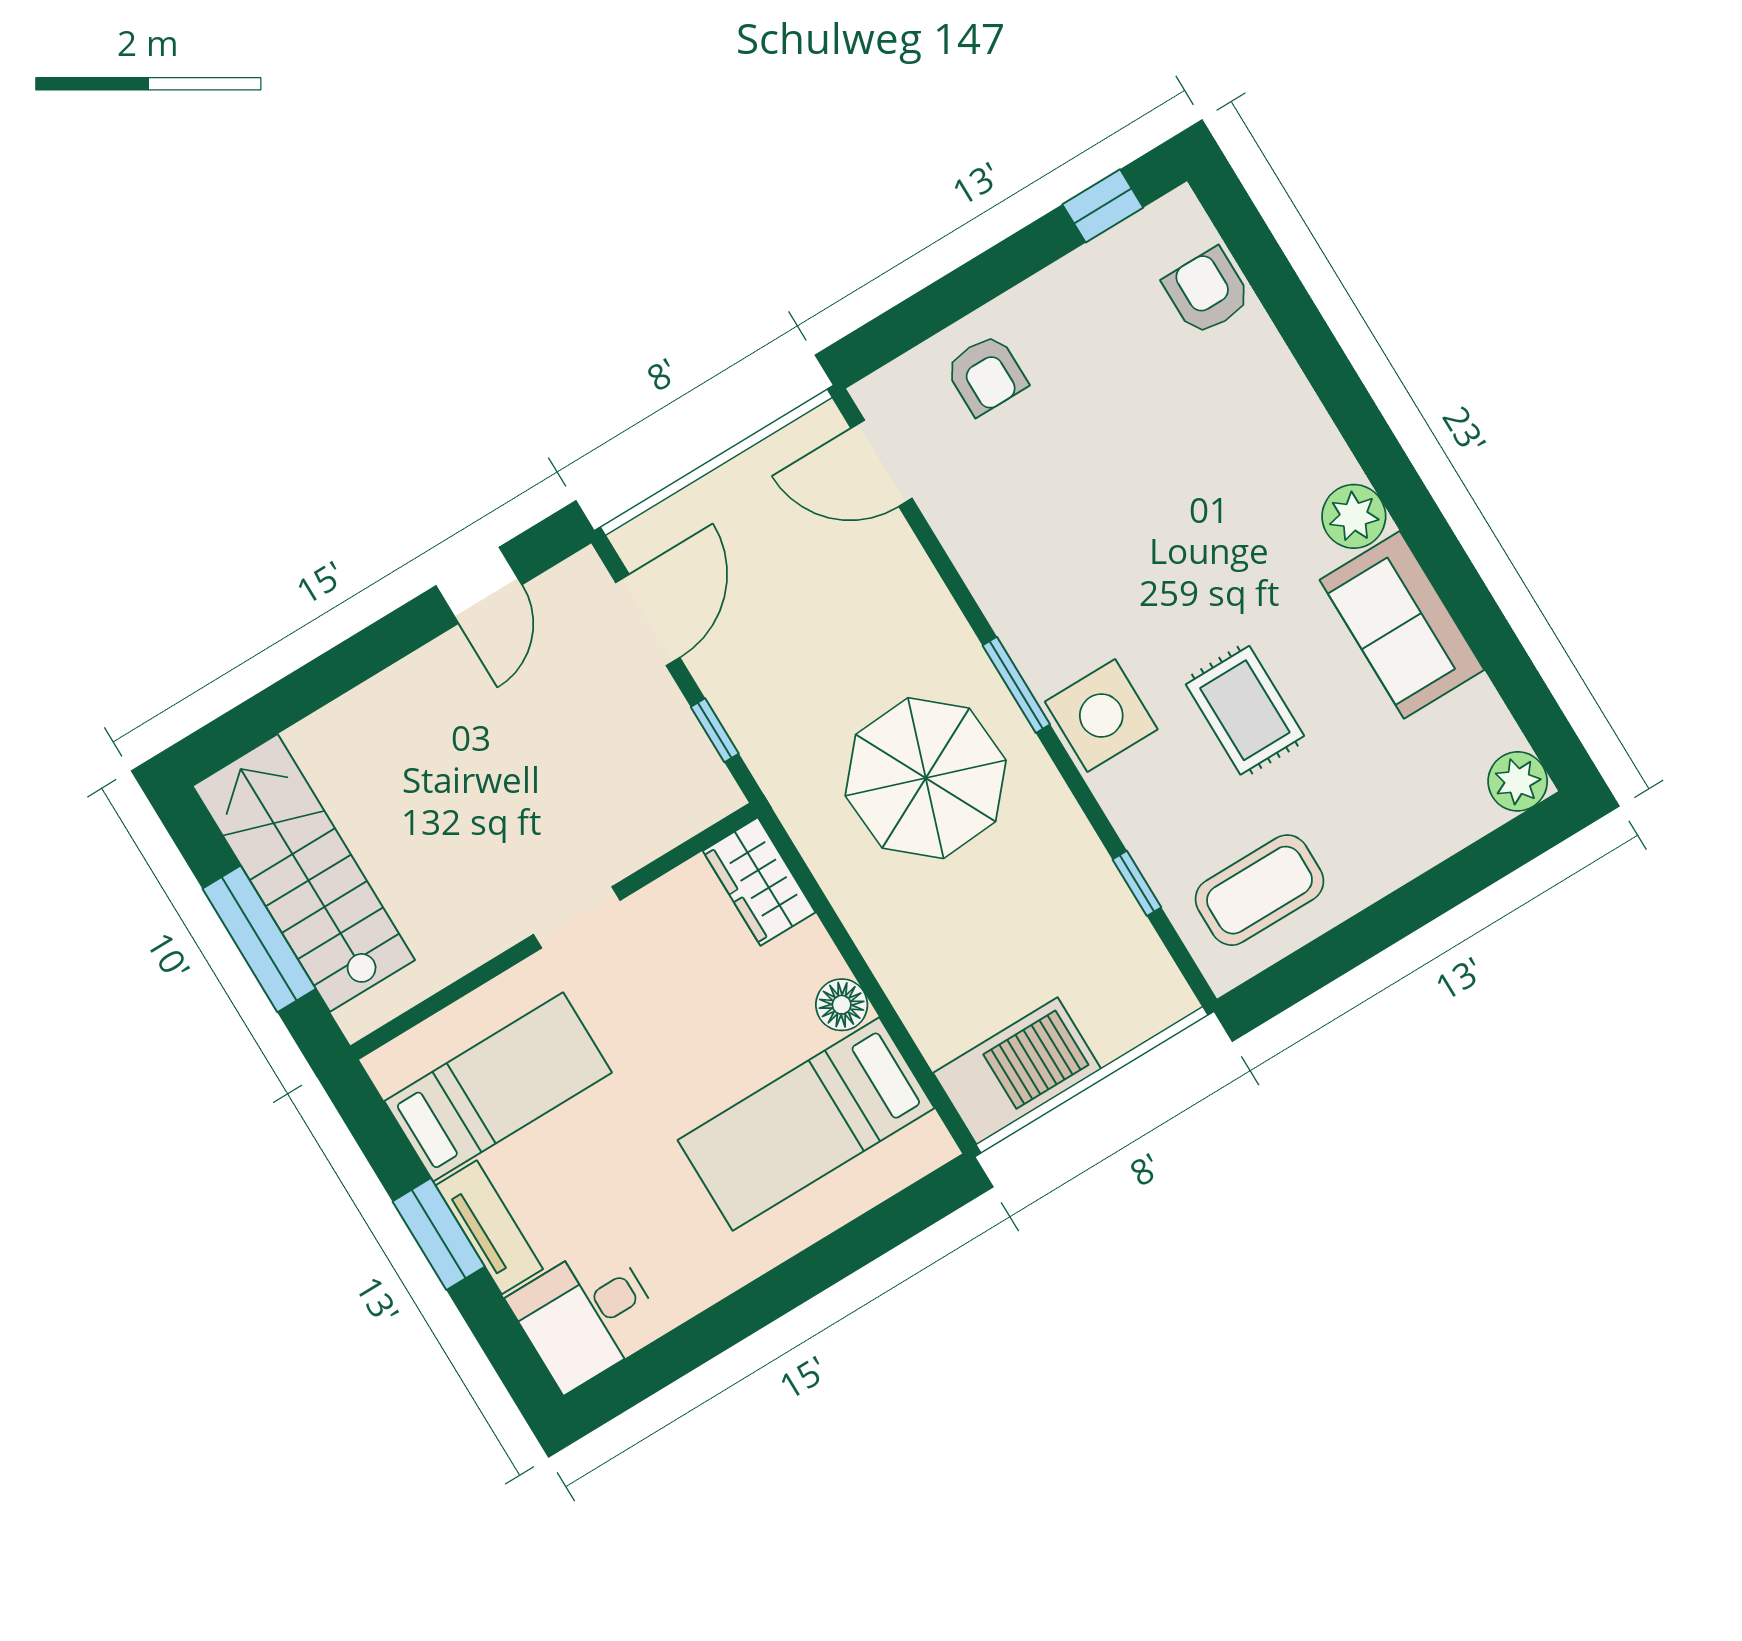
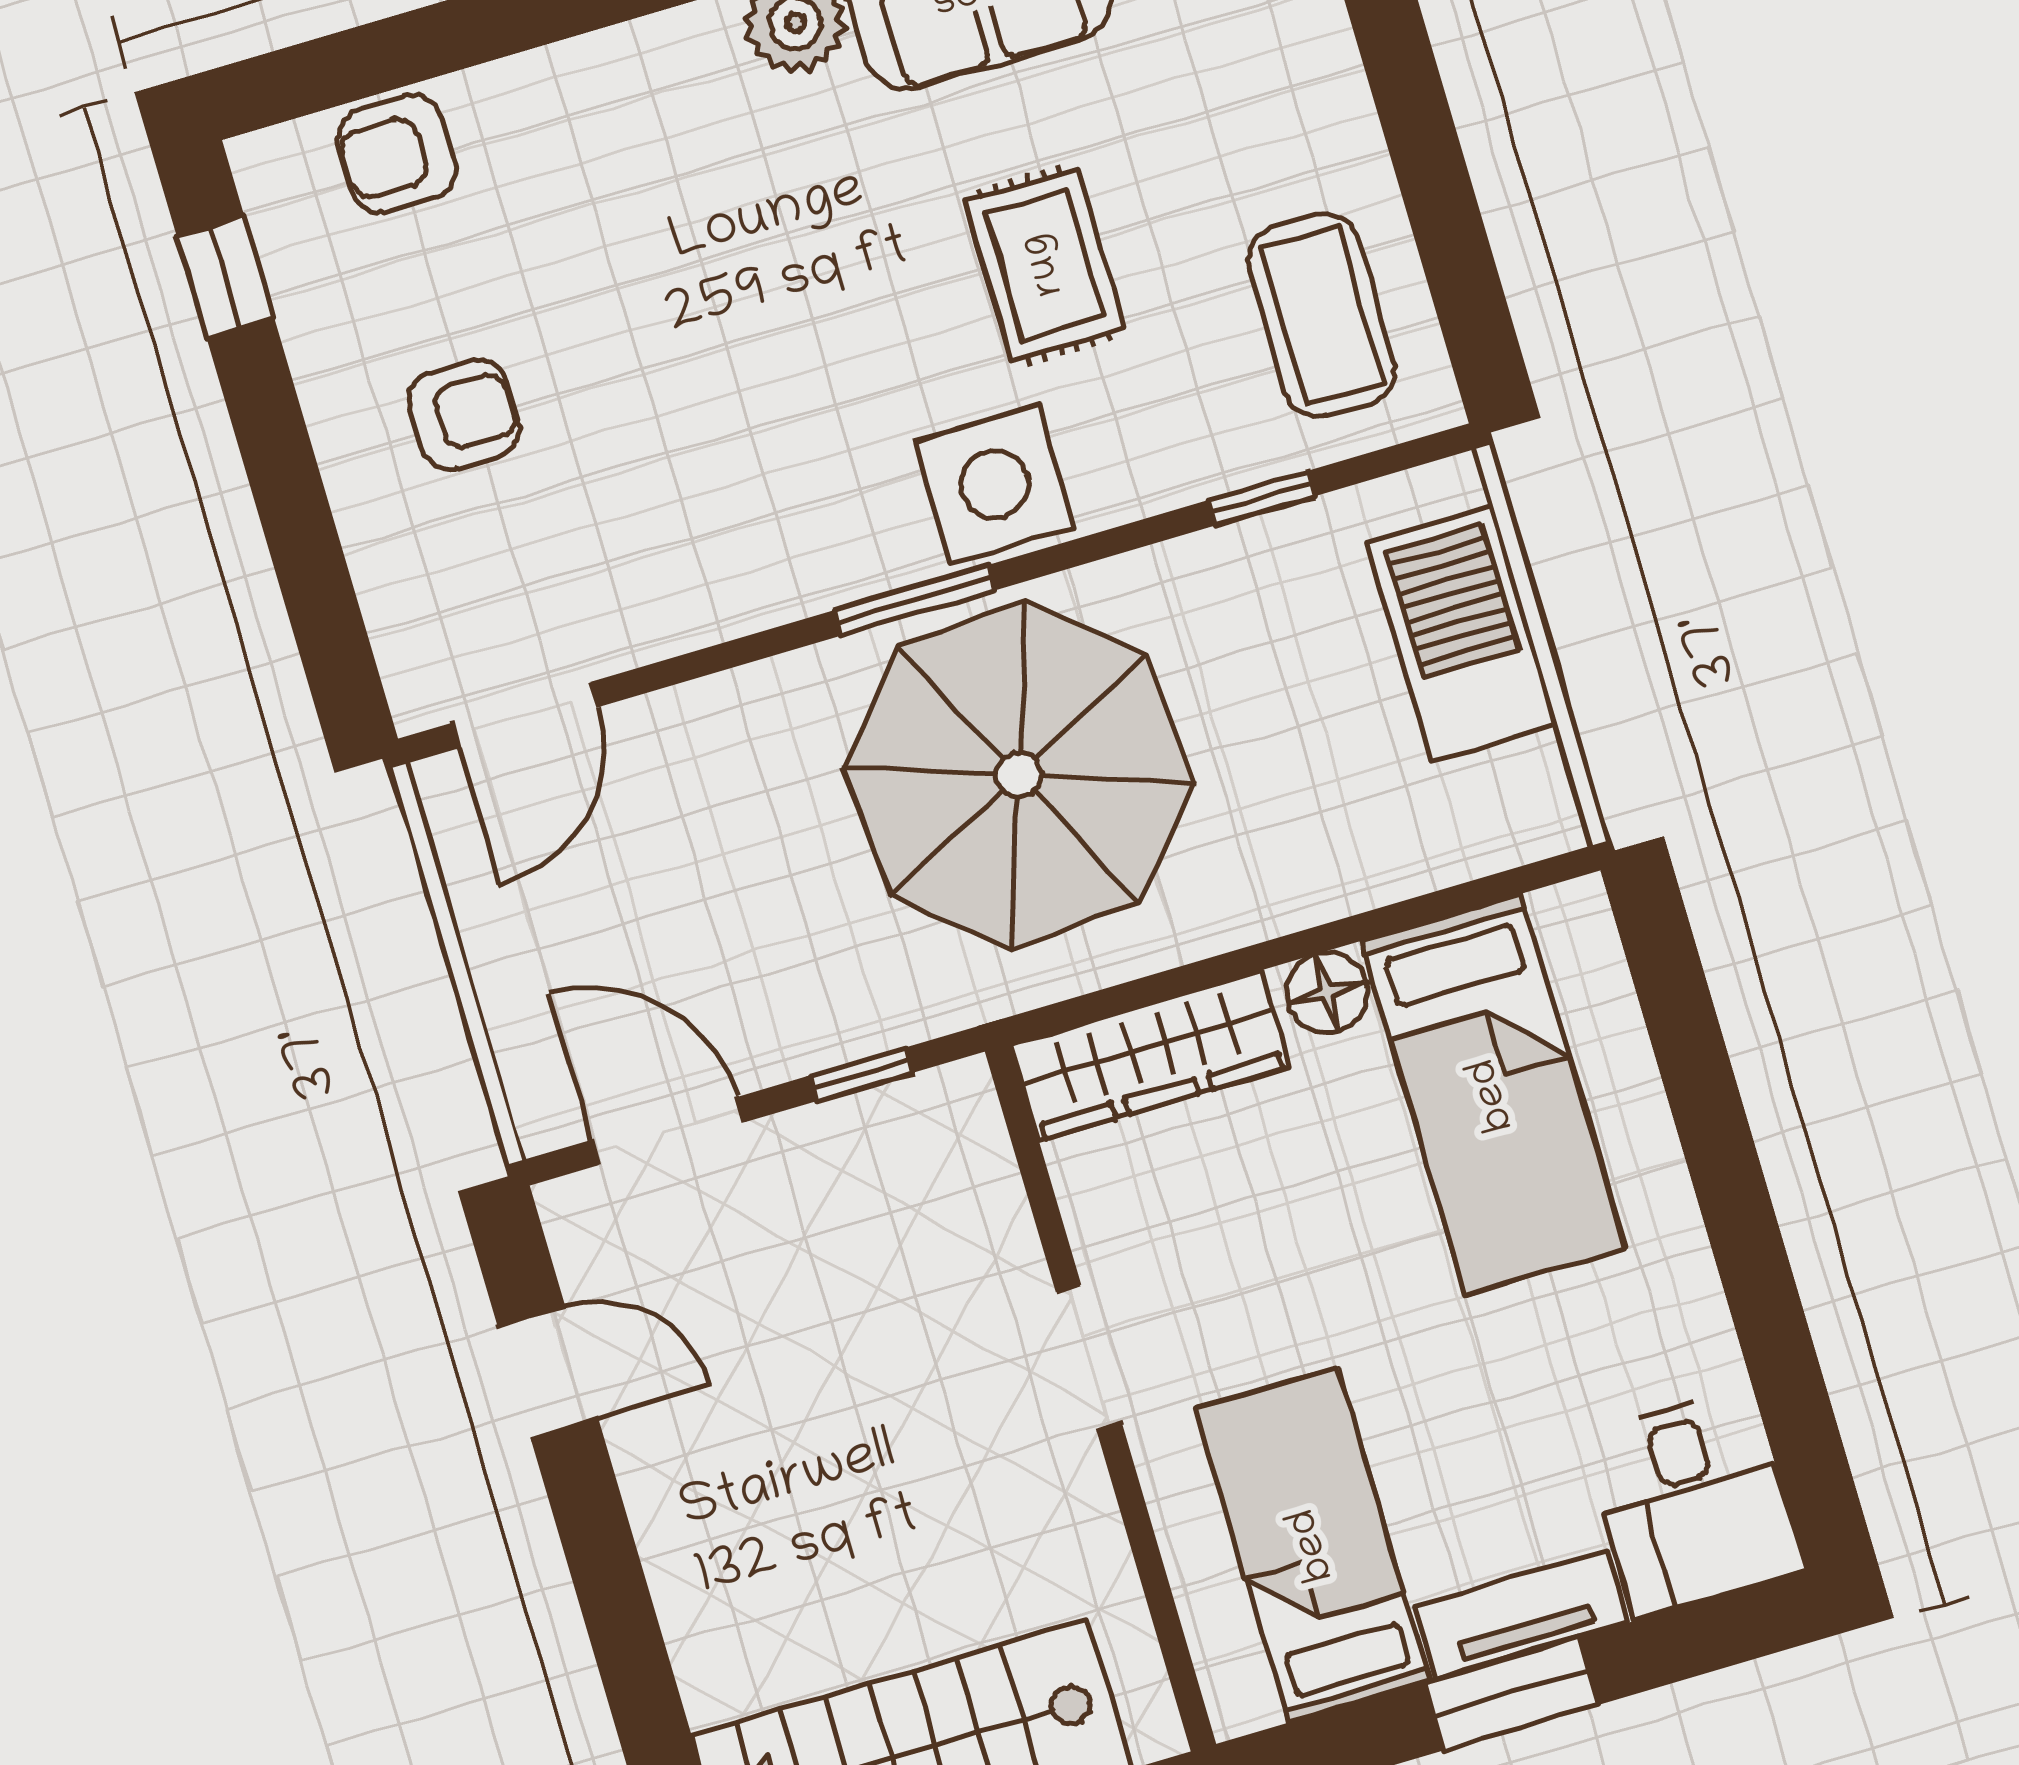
armchair: (986, 375) -> (464, 415), moved
rug: (1245, 710) -> (1044, 265), turned 90
parasol: (926, 778) -> (1019, 775), width x1.36, depth x1.36
wardrobe: (759, 882) -> (1150, 1056), width x1.50
barbecue: (1017, 1071) -> (1462, 634), moved

